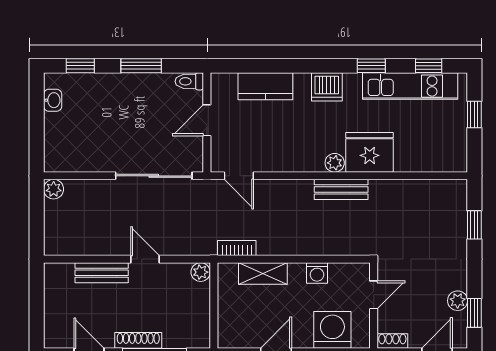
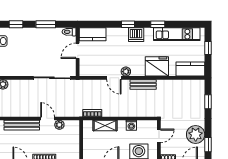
window: (429, 66) -> (128, 24), moved
kitchen counter: (265, 86) -> (93, 34), moved
kitchen counter: (438, 158) -> (190, 69), added
plant: (335, 163) -> (126, 72), moved
door: (239, 176) -> (114, 78), moved
plant: (201, 272) -> (59, 125), moved
bench: (102, 273) -> (22, 125), width x1.36
plant: (458, 301) -> (196, 134), width x1.88, depth x1.88

